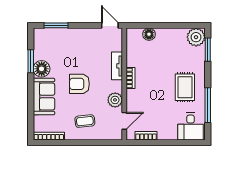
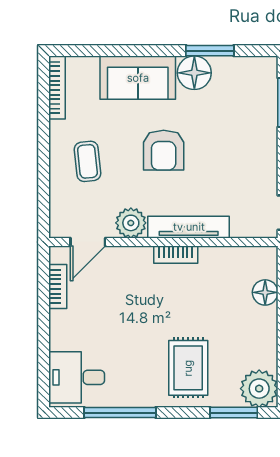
tv unit: (117, 66) -> (189, 227), width x1.41
armchair: (79, 84) -> (164, 150), turned 180
rug: (185, 87) -> (188, 368), moved, turned 90
door: (124, 121) -> (88, 242), hinge flipped

